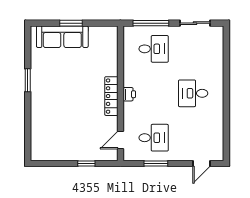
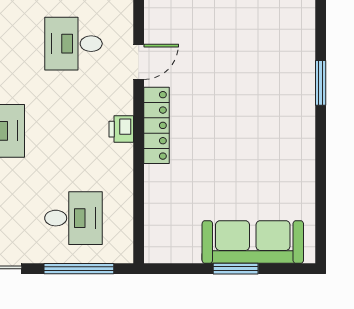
desk: (154, 49) -> (73, 218), turned 180
window: (28, 80) -> (321, 83), moved
door: (120, 140) -> (139, 62), moved

